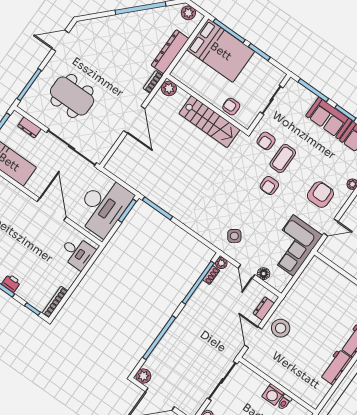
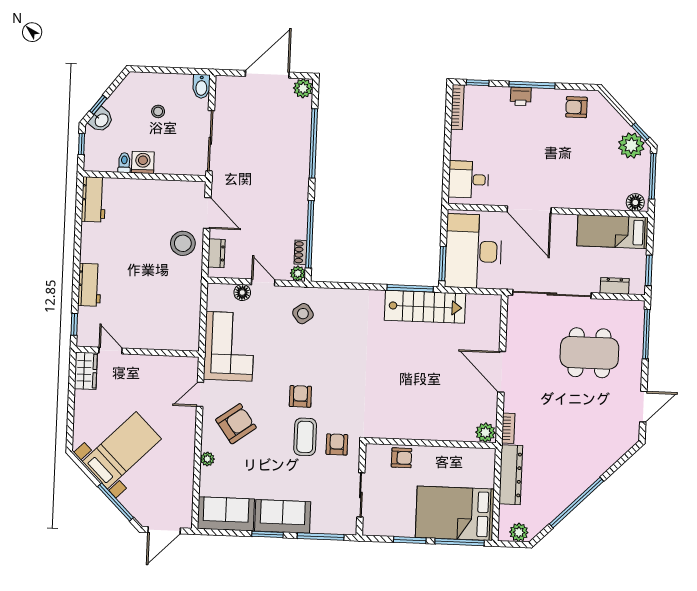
stairs: (209, 122) -> (425, 307), moved, turned 180
armchair: (320, 195) -> (236, 424), turned -126
workbench: (336, 367) -> (94, 199), moved

